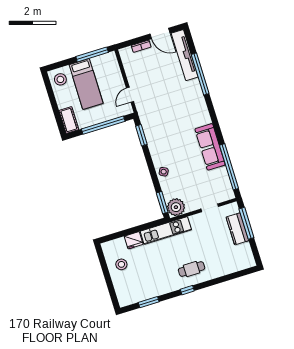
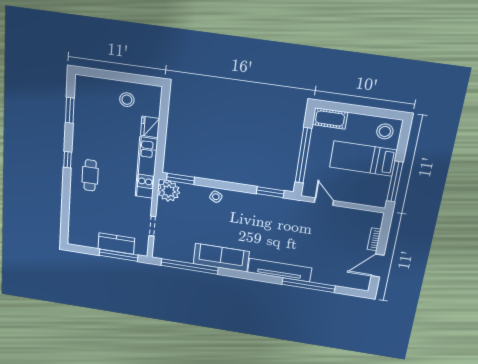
tv unit: (185, 55) -> (280, 270), moved

